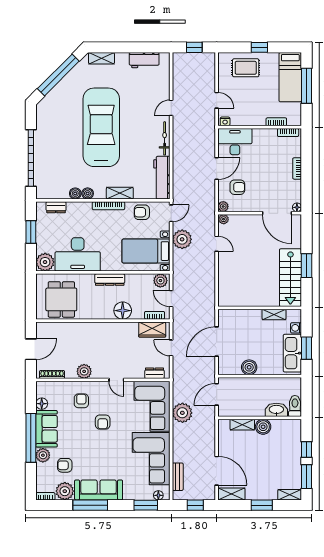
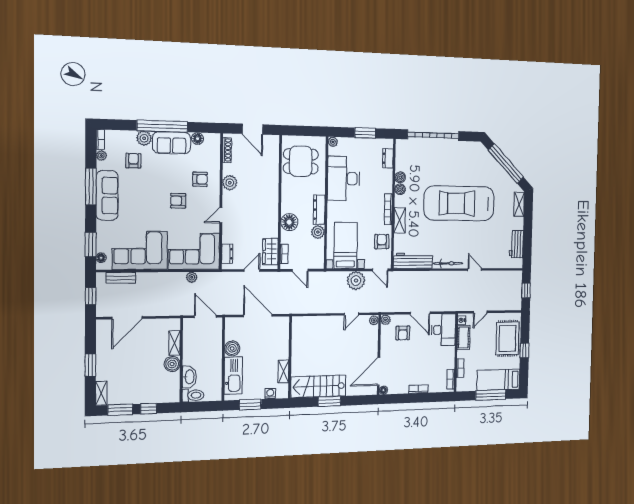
rug: (246, 68) -> (507, 338), width x1.36, depth x1.43
cot: (244, 119) -> (464, 338), added
car: (101, 127) -> (459, 203), turned 180
plant: (45, 262) -> (333, 142), width x0.53, depth x0.53
plant: (160, 281) -> (318, 232), moved
door: (171, 299) -> (300, 270), swing flipped
kitchen sink: (292, 353) -> (233, 376), moved, turned 90
plant: (182, 413) -> (192, 277), width x0.53, depth x0.53
plant: (65, 491) -> (101, 156), width x0.53, depth x0.53
shelving: (231, 494) -> (102, 333), removed

